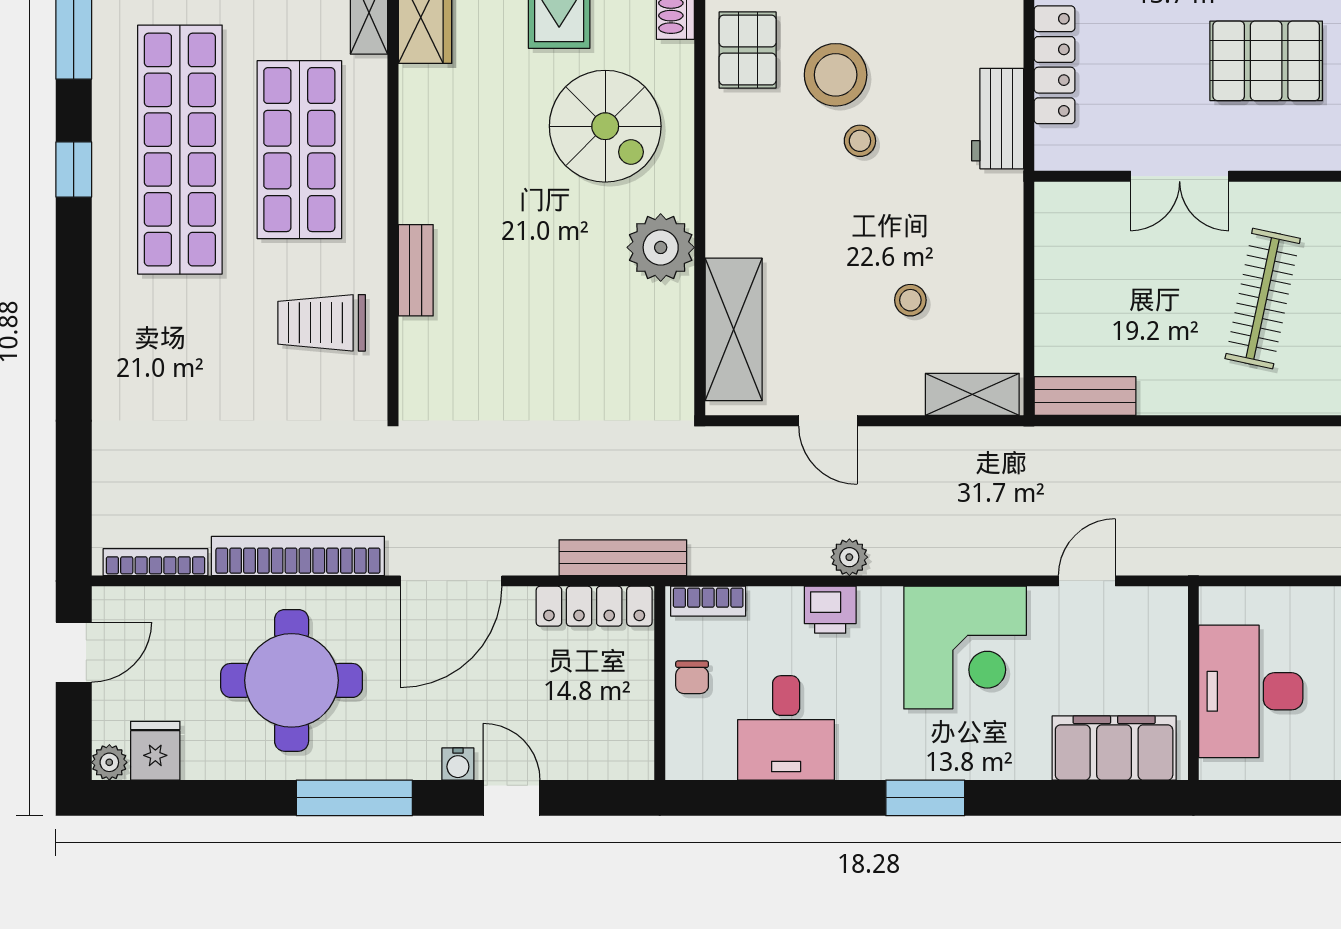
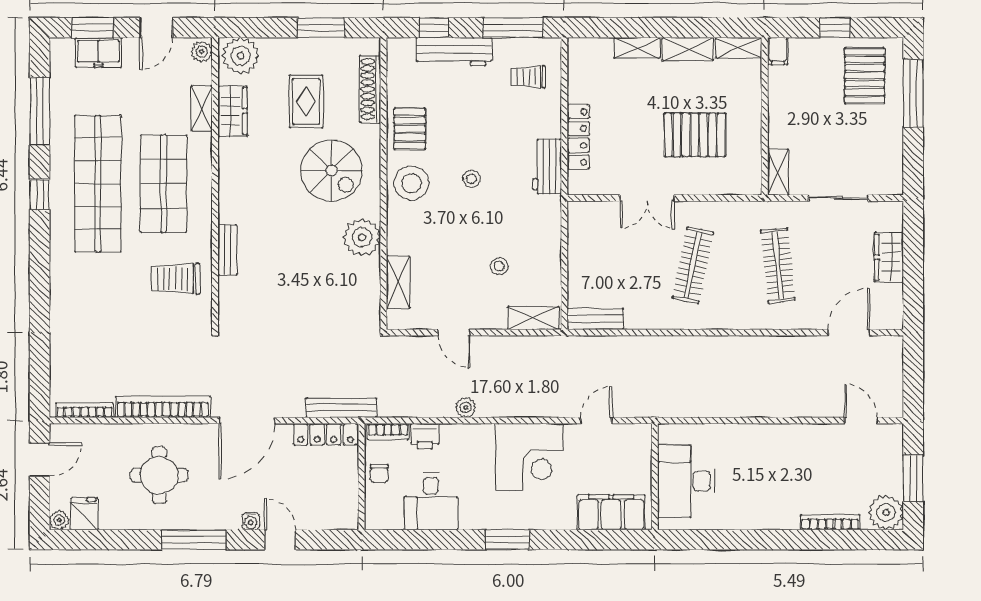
stool: (836, 75) -> (411, 183), moved
shelving: (734, 329) -> (398, 282), width x0.67, depth x0.75
printer: (830, 610) -> (425, 436), moved
round table: (292, 680) -> (159, 475), width x0.73, depth x0.73

